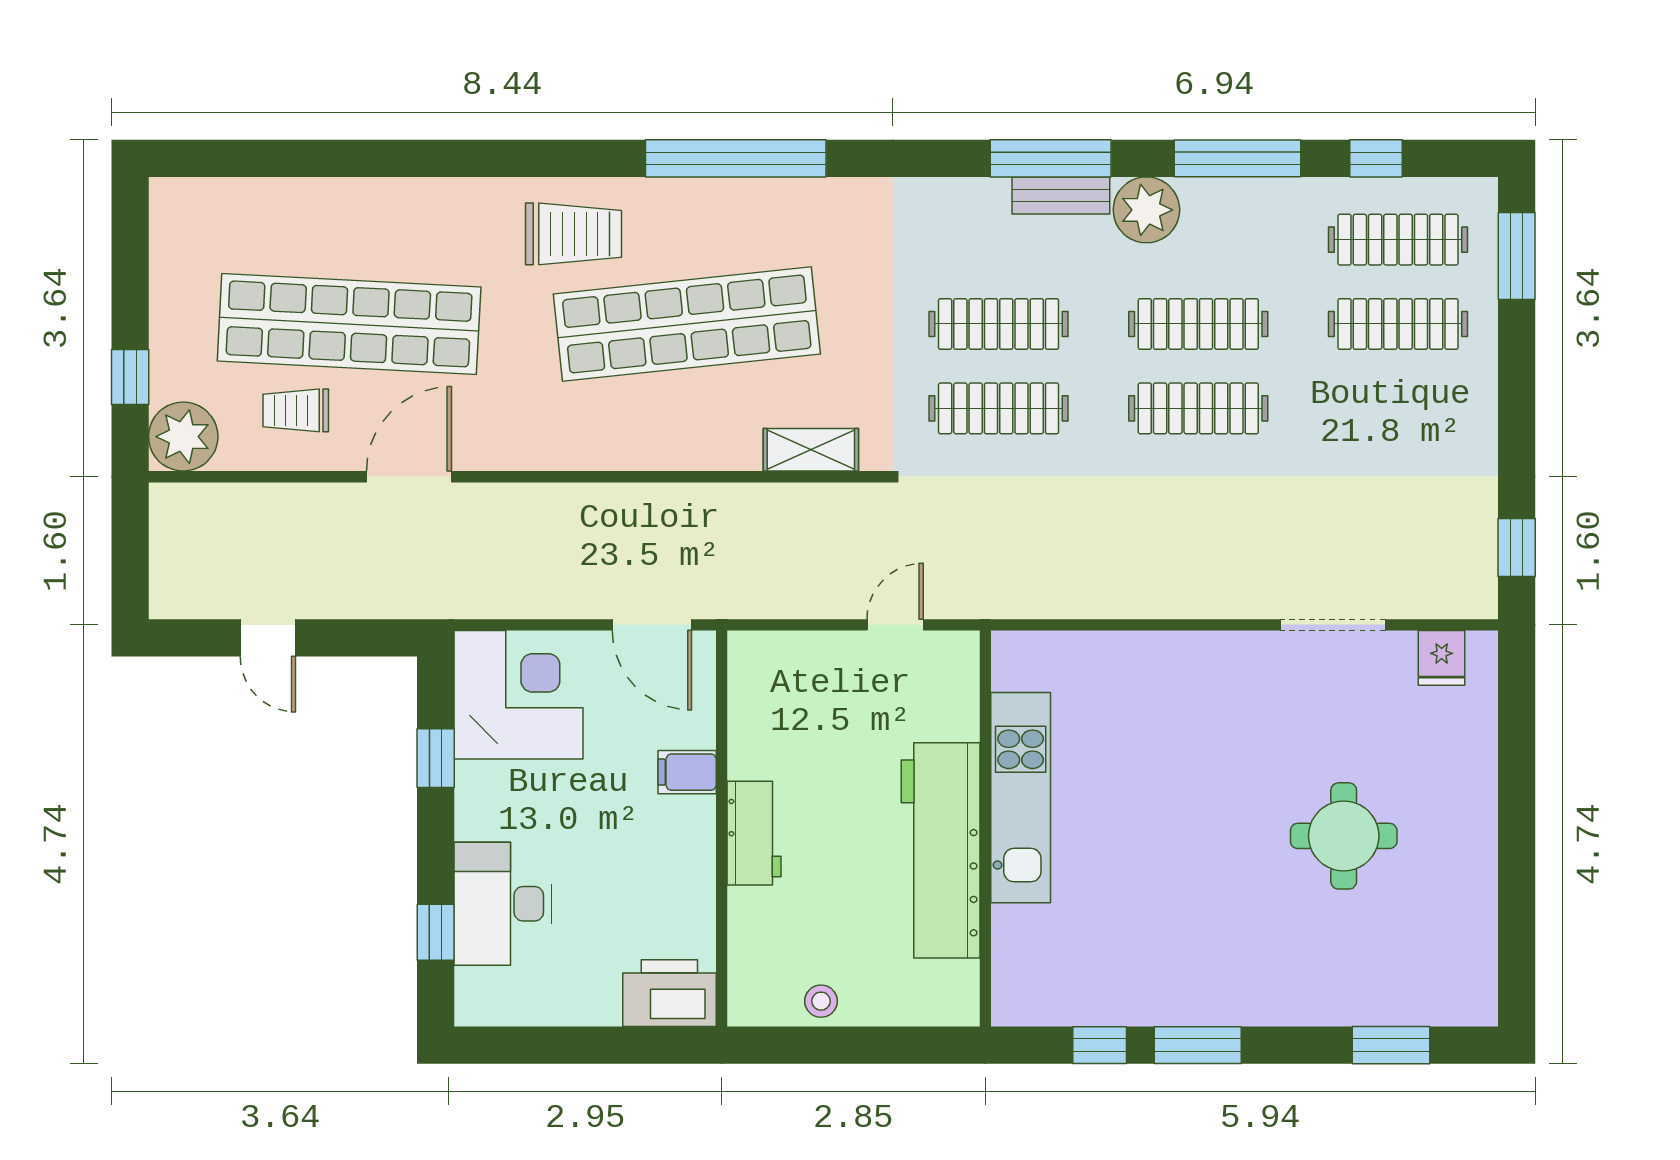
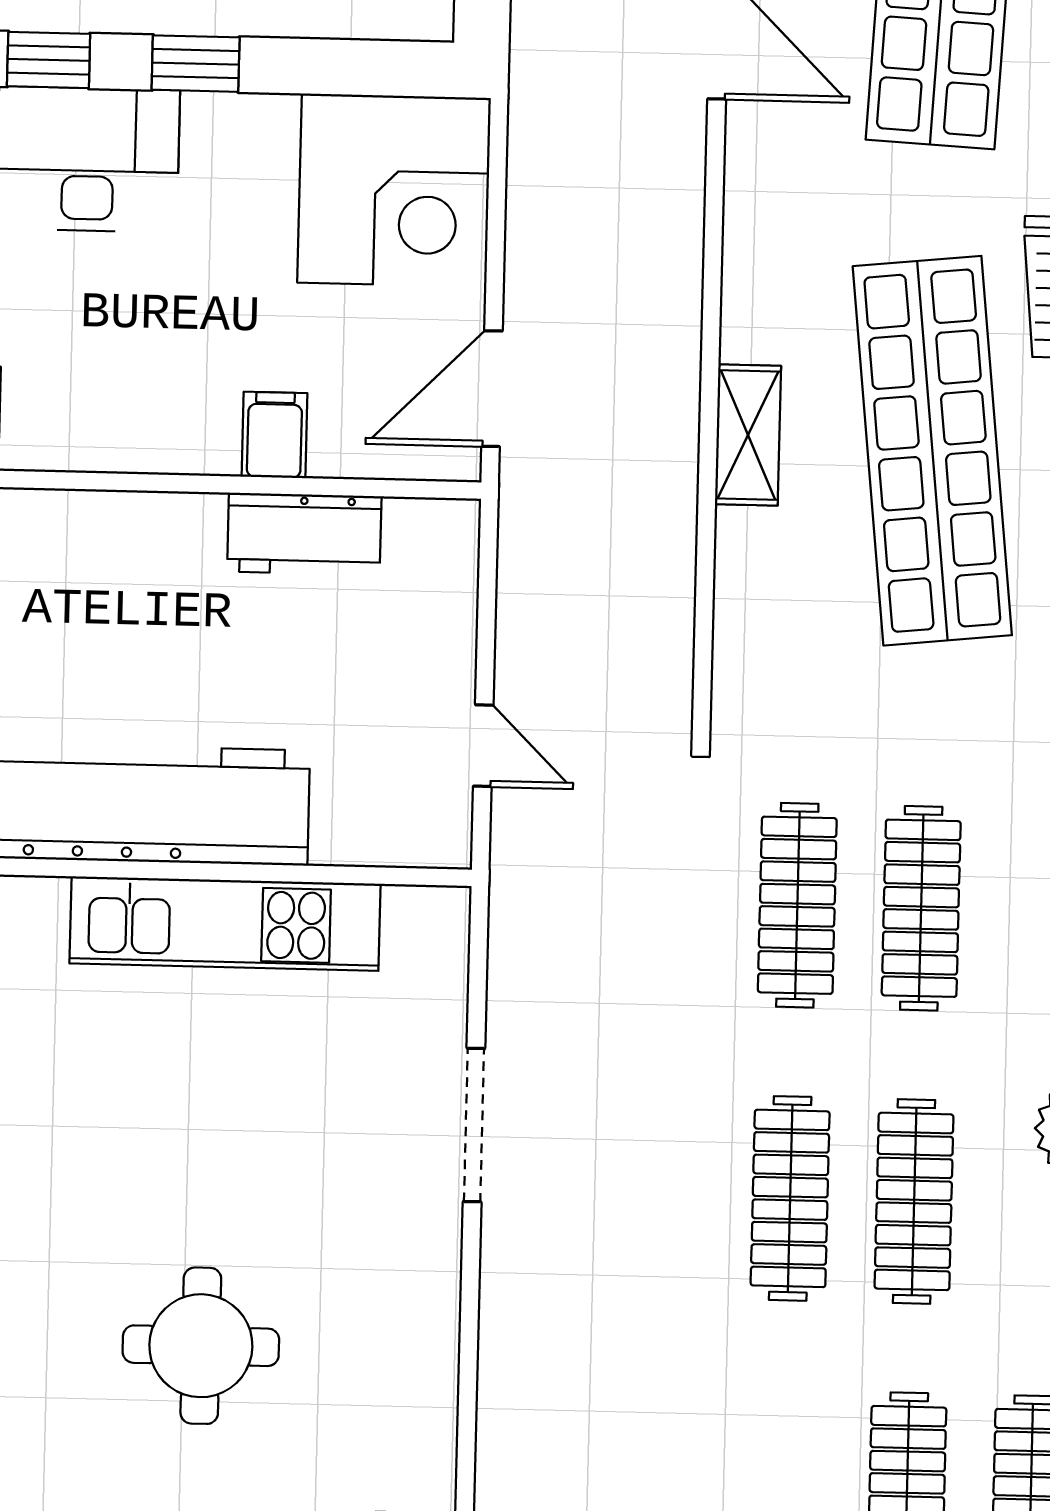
shelving: (811, 450) -> (748, 435), moved
doorway: (1333, 625) -> (474, 1125), moved
window: (436, 758) -> (196, 64), moved
workbench: (754, 833) -> (304, 534), moved
round table: (1344, 836) -> (201, 1346), moved

